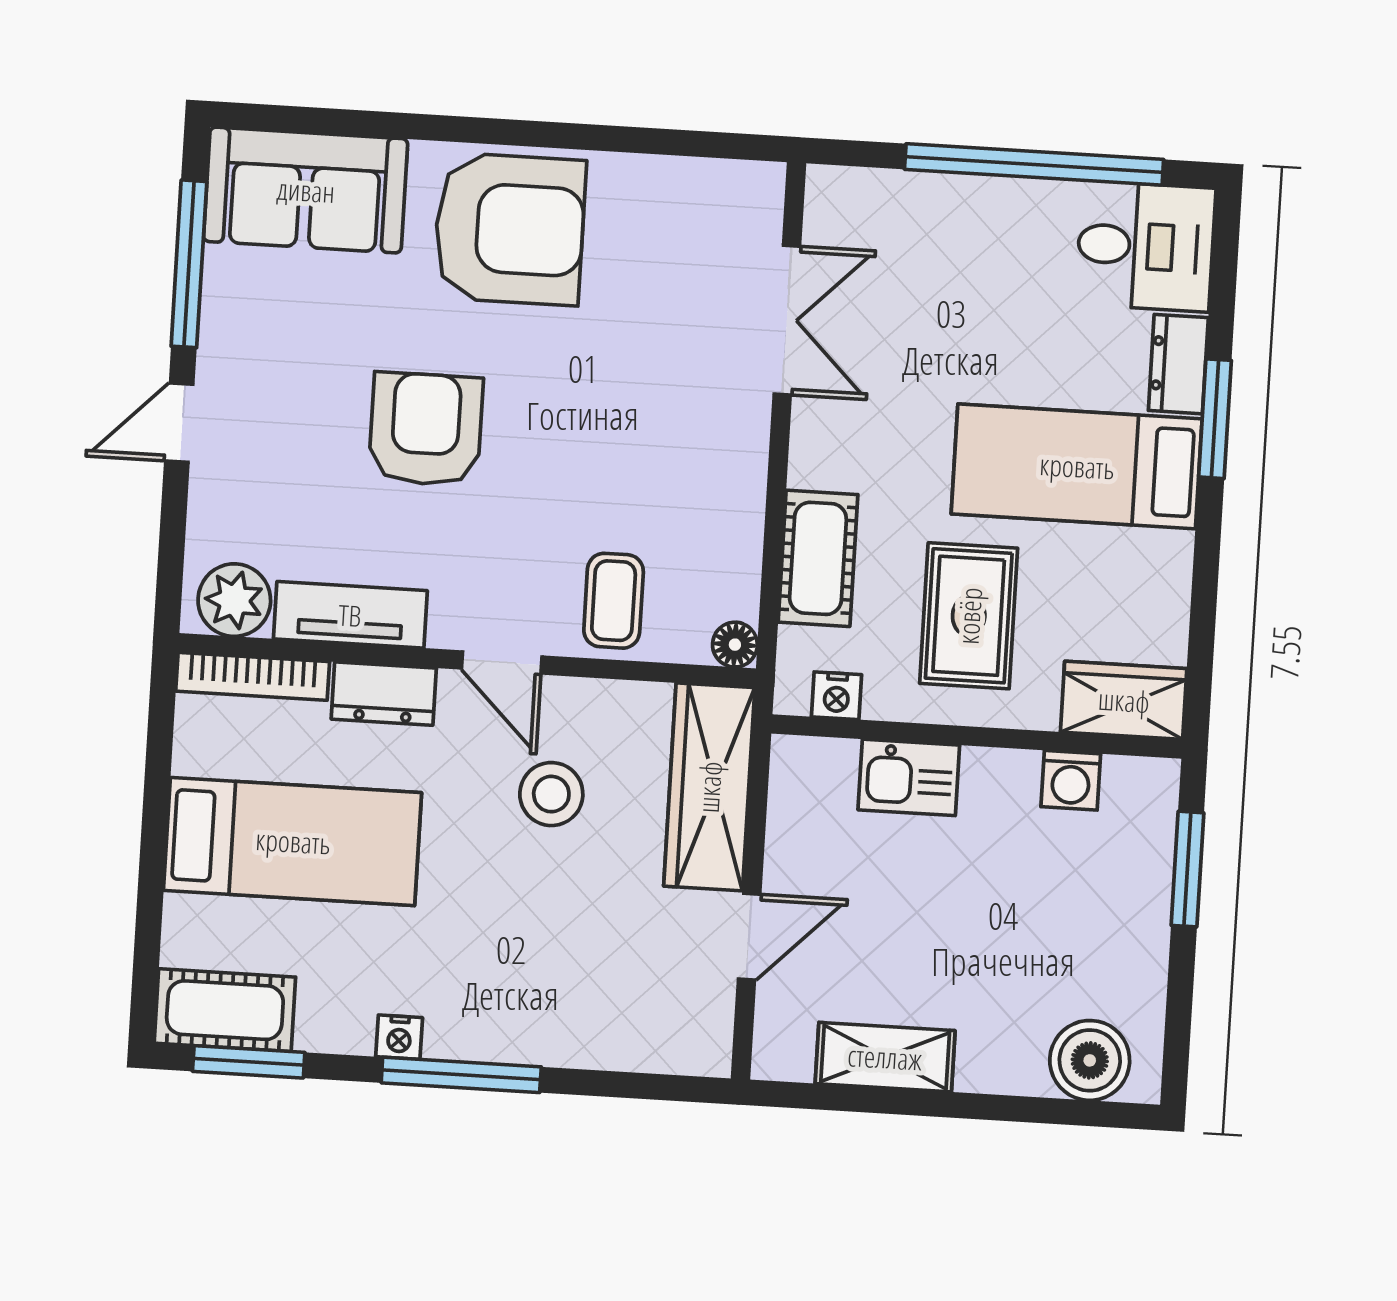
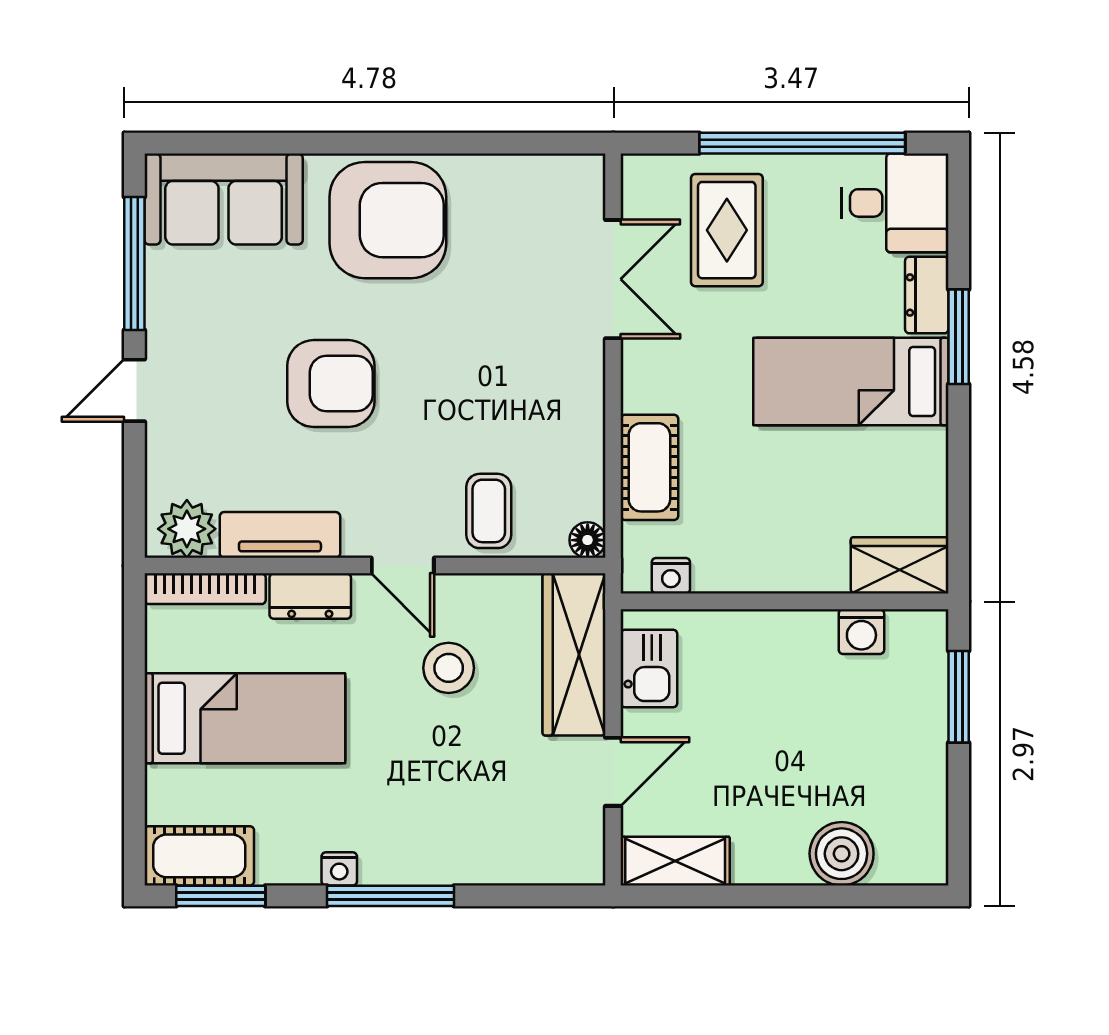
armchair: (426, 429) -> (331, 384), turned 90
rug: (969, 616) -> (727, 230), moved
kitchen sink: (909, 777) -> (649, 668), moved, turned -90
shelving: (885, 1057) -> (675, 861), moved
boiler: (1090, 1060) -> (842, 854), moved

